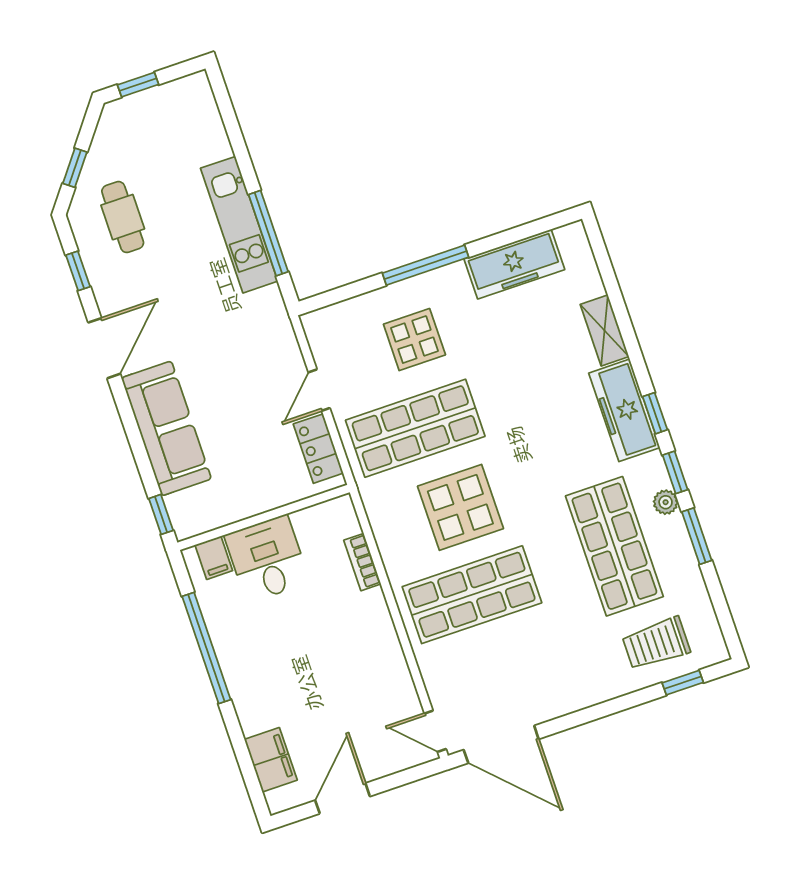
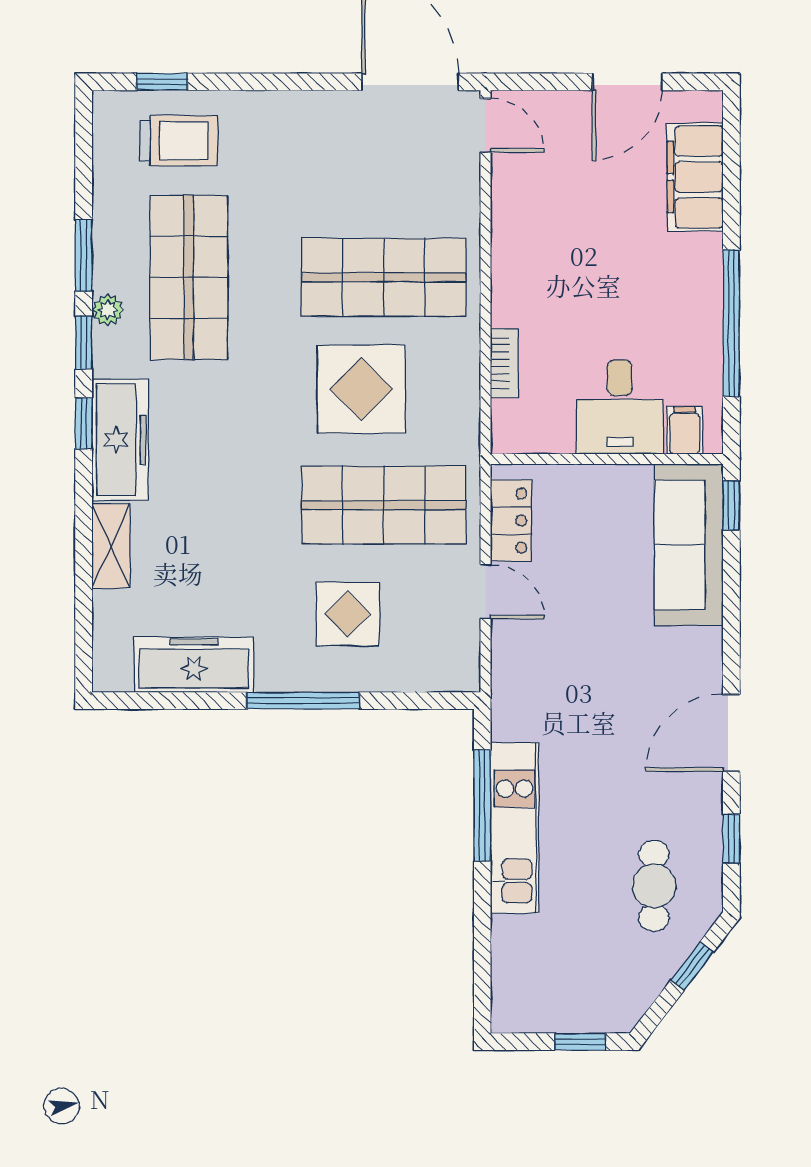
door: (319, 390) -> (486, 592), hinge flipped
sofa: (166, 428) -> (689, 545), moved
filing cabinet: (271, 760) -> (695, 177), width x1.50, depth x1.17

